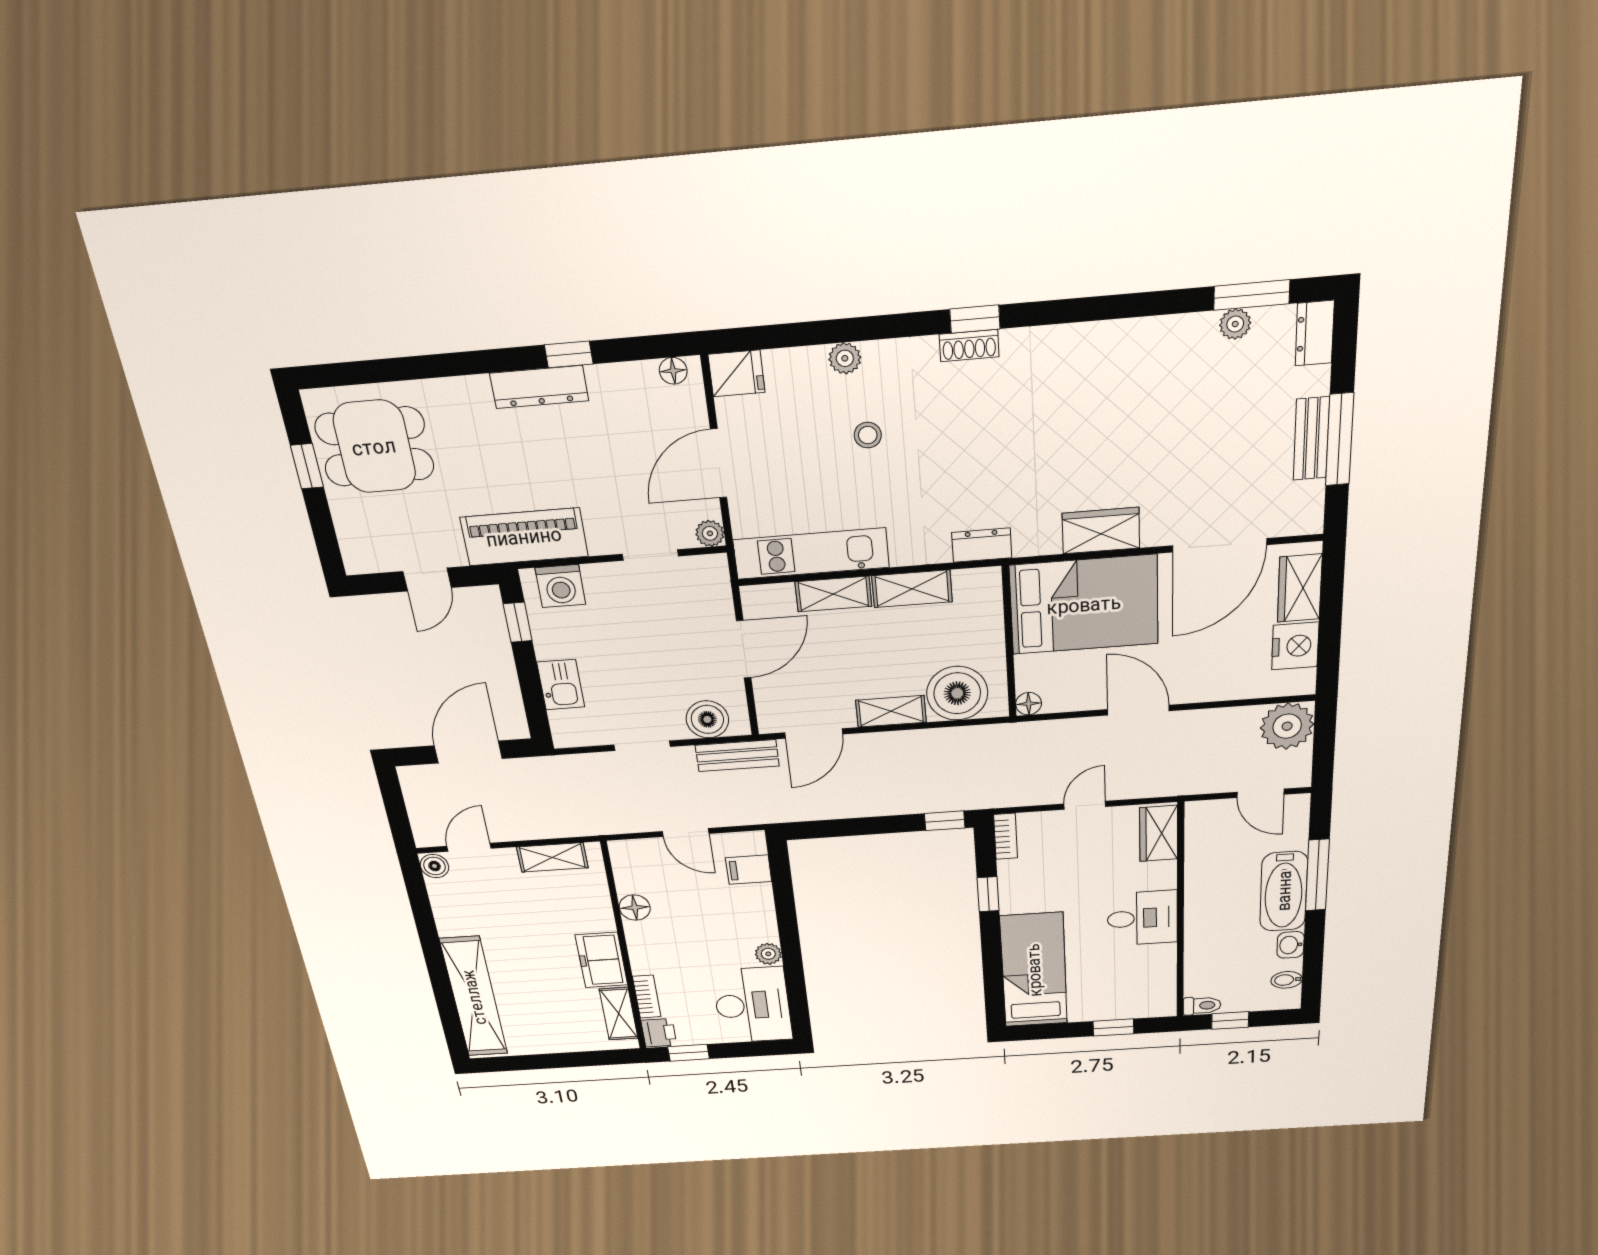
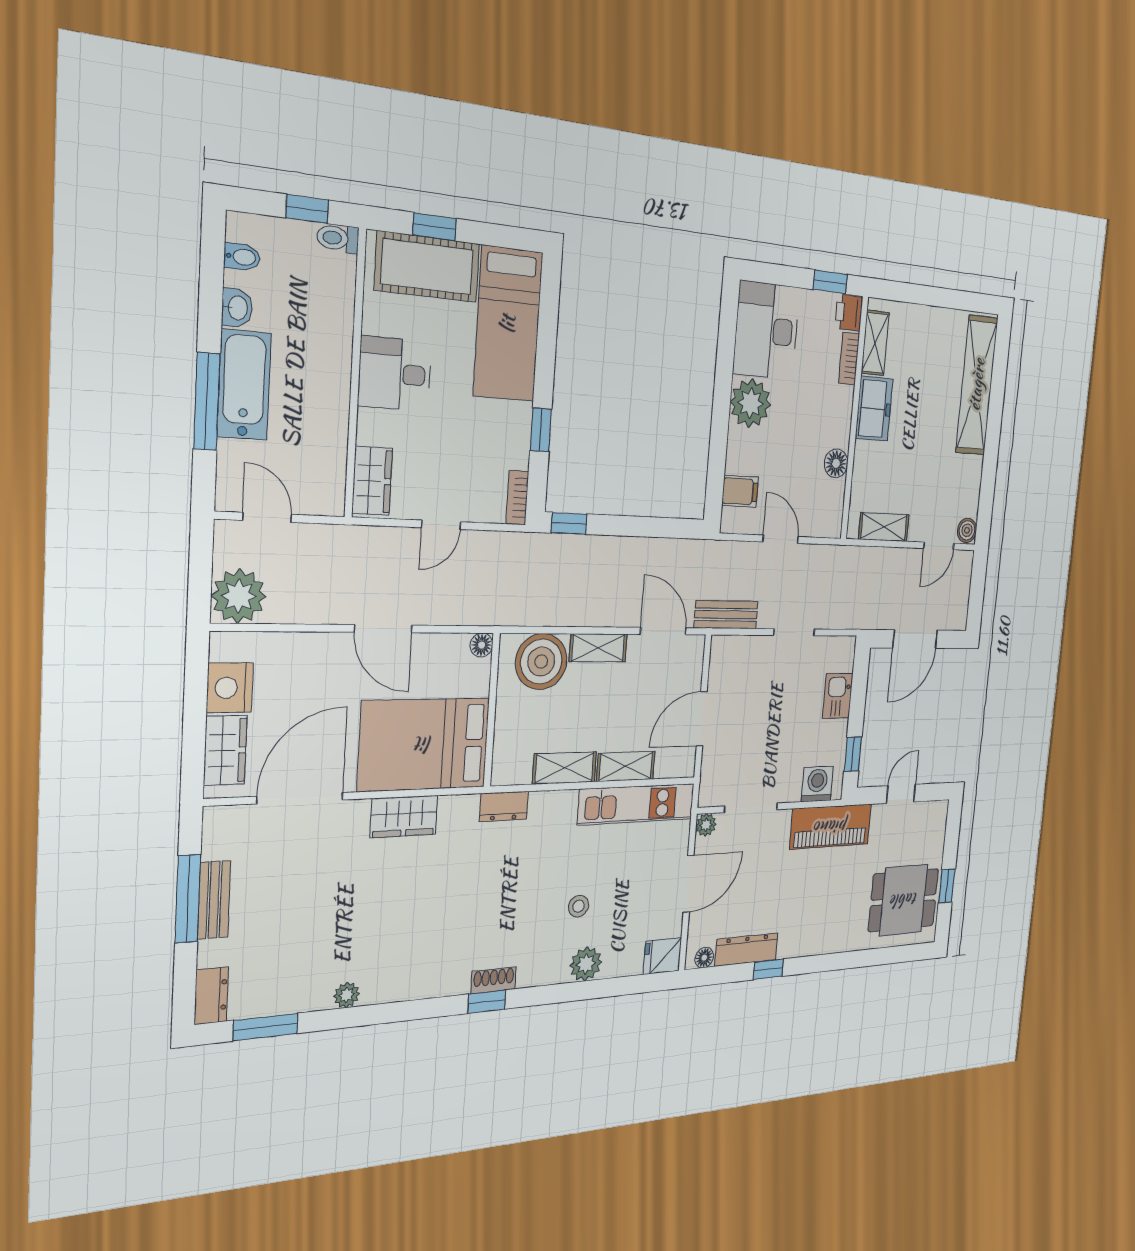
plant: (1235, 324) -> (347, 995), moved
plant: (845, 358) -> (586, 964), width x1.38, depth x1.38
dresser: (539, 387) -> (746, 950), moved
doorway: (650, 555) -> (751, 808), width x1.38
boiler: (707, 719) -> (741, 653), removed
door: (814, 733) -> (663, 631), hinge flipped
plant: (768, 954) -> (751, 403), width x1.88, depth x1.88
cot: (1118, 999) -> (427, 267), added

